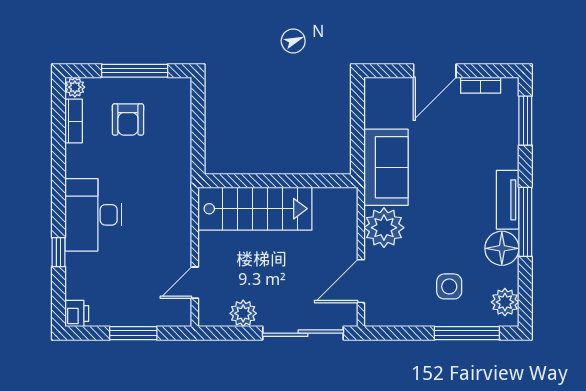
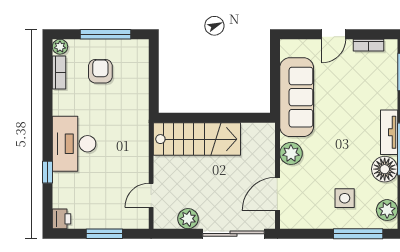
door: (435, 71) -> (334, 34), width x0.73
armchair: (128, 119) -> (100, 71), turned 180
sofa: (386, 167) -> (297, 97), width x1.36
plant: (384, 228) -> (291, 153), width x0.73, depth x0.73

